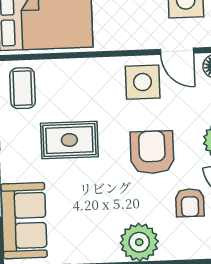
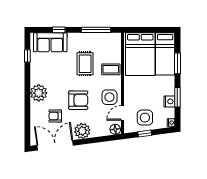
coffee table: (23, 88) -> (111, 69), moved

